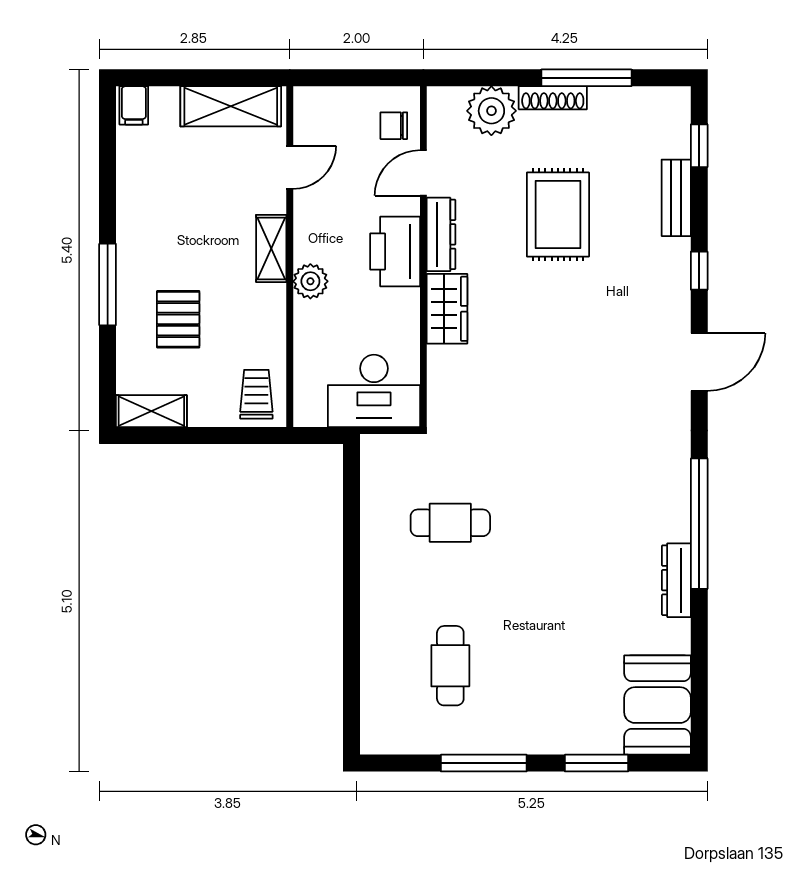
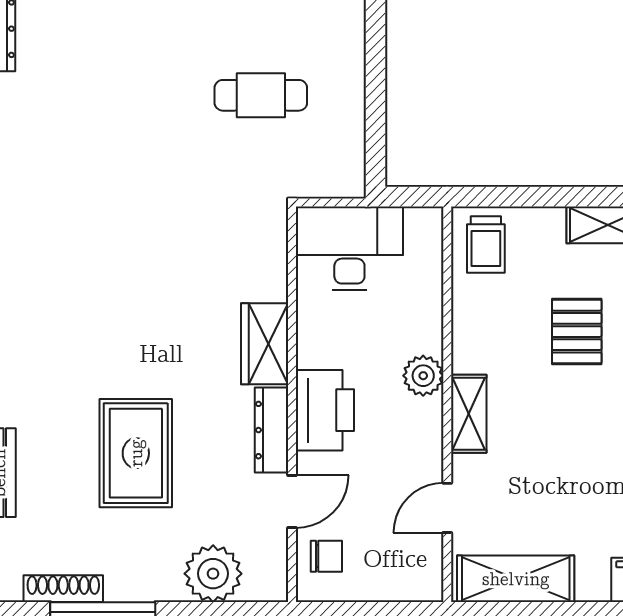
shoe rack: (553, 98) -> (63, 589), moved

